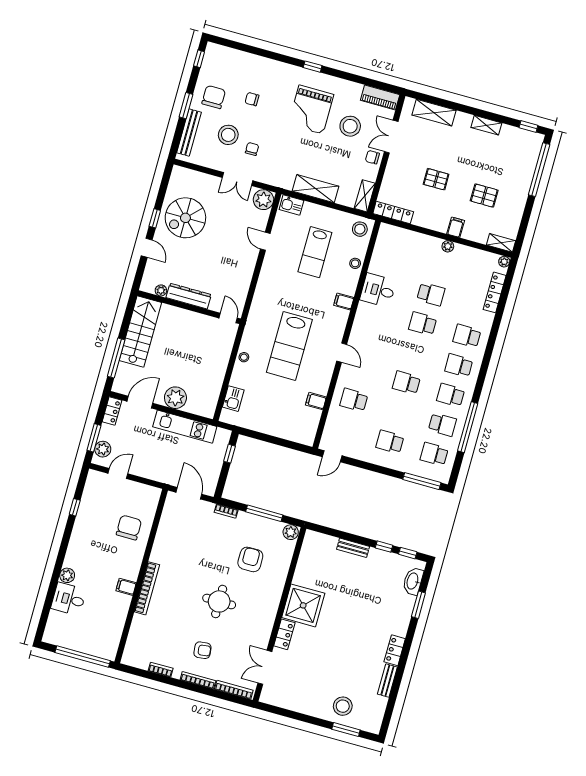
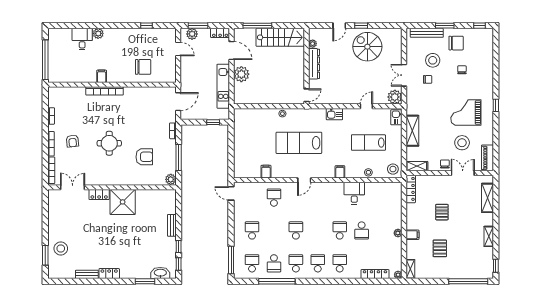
kitchen sink: (233, 399) -> (334, 114), moved

